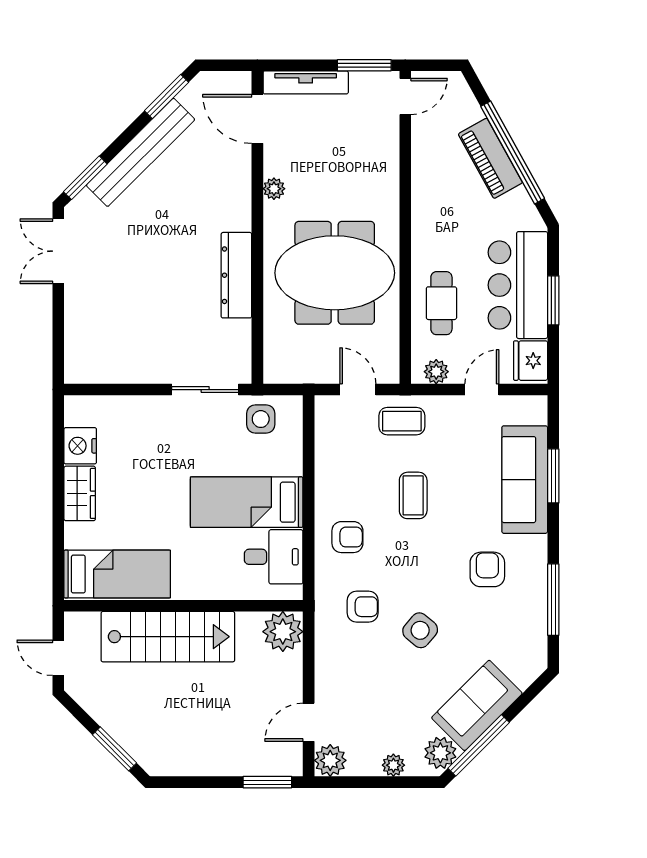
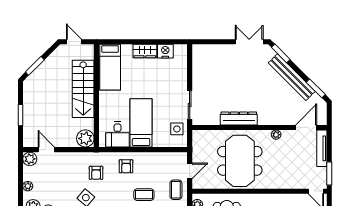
door: (58, 658) -> (74, 42), hinge flipped
window: (267, 782) -> (20, 115), moved

